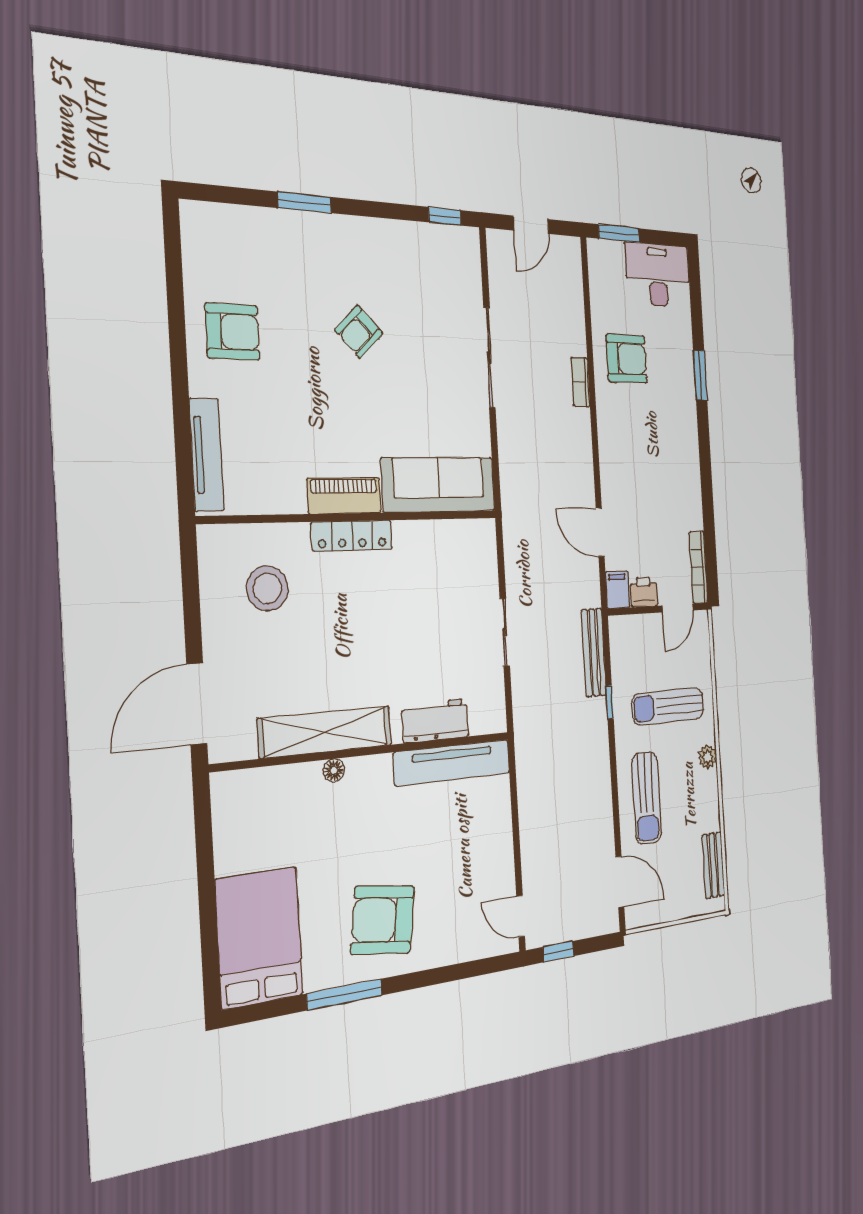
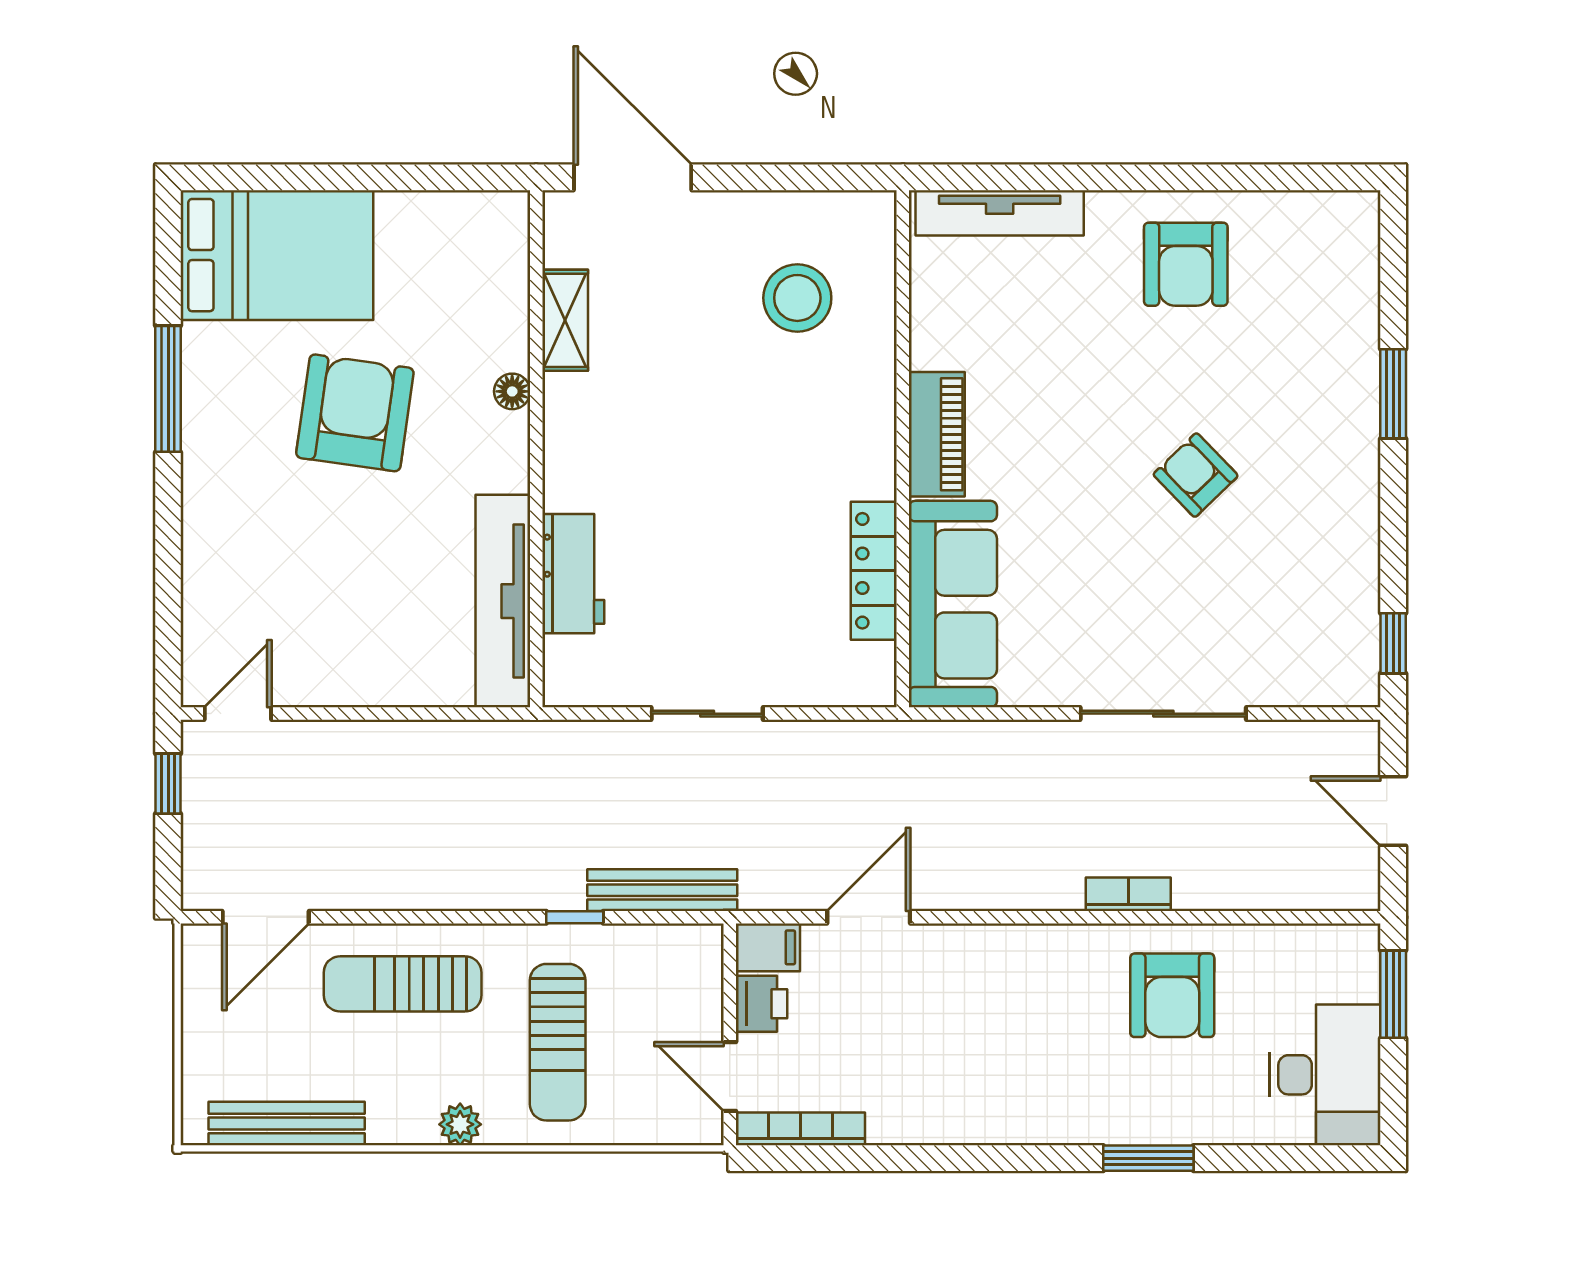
locker: (352, 536) -> (874, 571), moved
sun lounger: (668, 706) -> (558, 1042), turned 180
shelving: (326, 732) -> (565, 320), width x0.45, depth x0.75
bench: (713, 865) -> (287, 1124), width x1.36
armchair: (383, 920) -> (355, 413), moved

